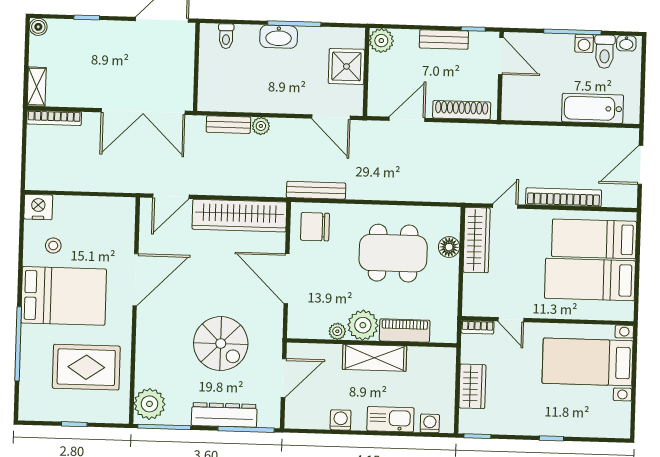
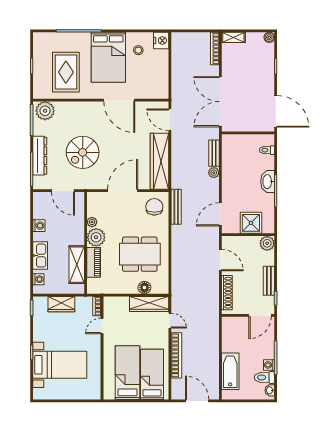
dining table: (393, 253) -> (140, 254), turned 90
shelving: (375, 358) -> (77, 265), moved
bed with nightstands: (588, 362) -> (60, 365), moved, turned 90

